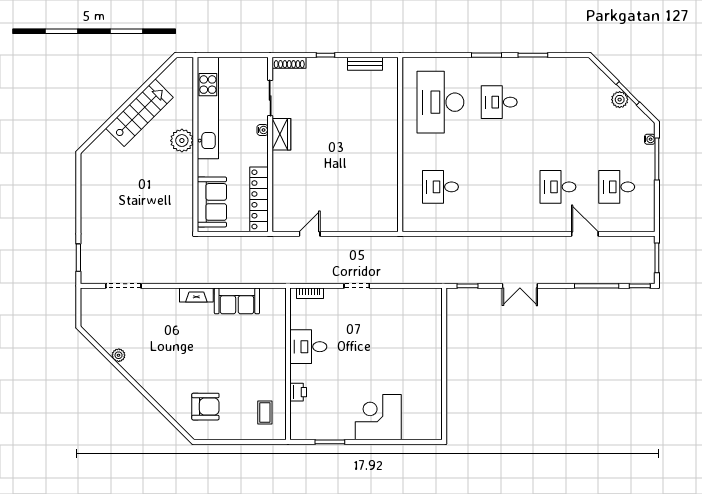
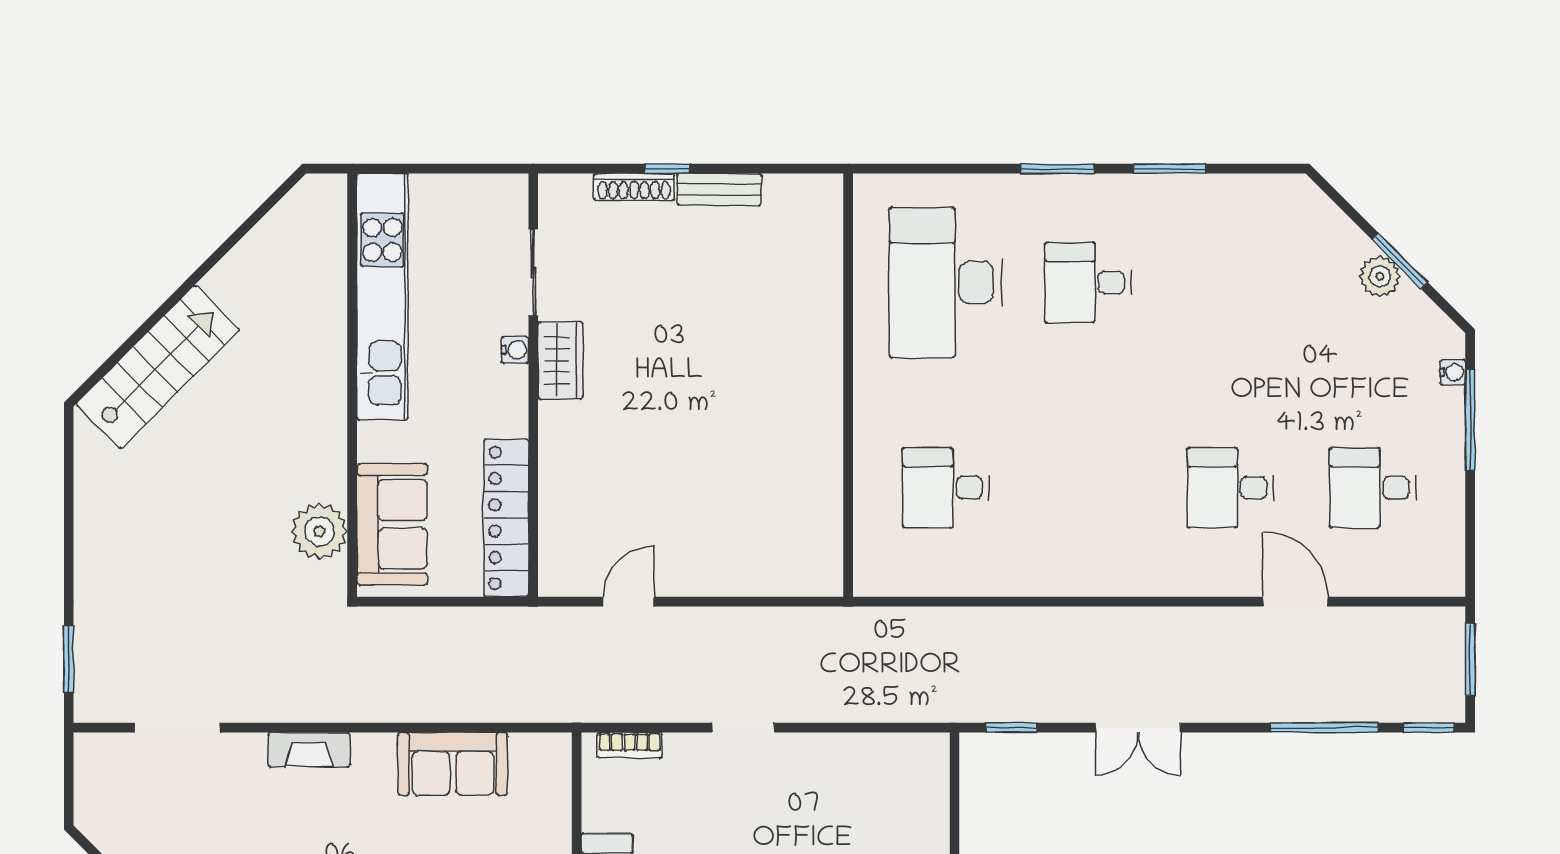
shoe rack: (289, 63) -> (634, 187), moved
bench: (365, 64) -> (719, 189), moved
stairs: (139, 113) -> (158, 367), moved
plant: (182, 141) -> (319, 531), moved
fireplace: (196, 295) -> (309, 750), moved

